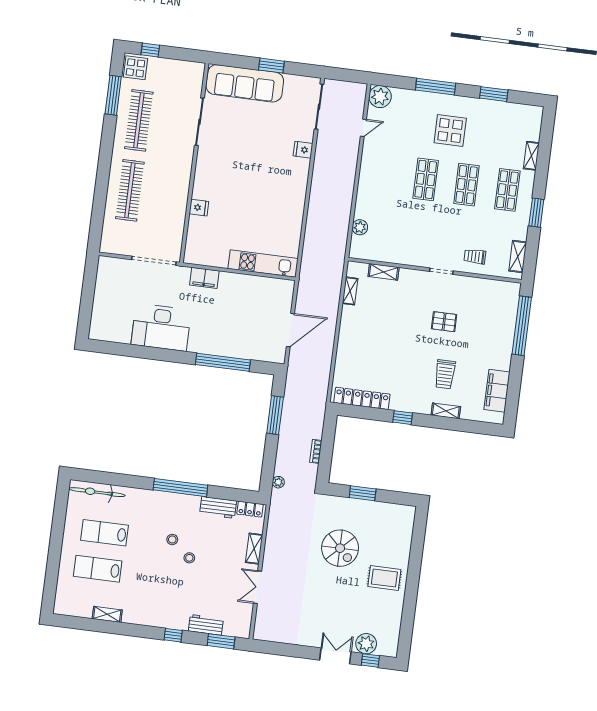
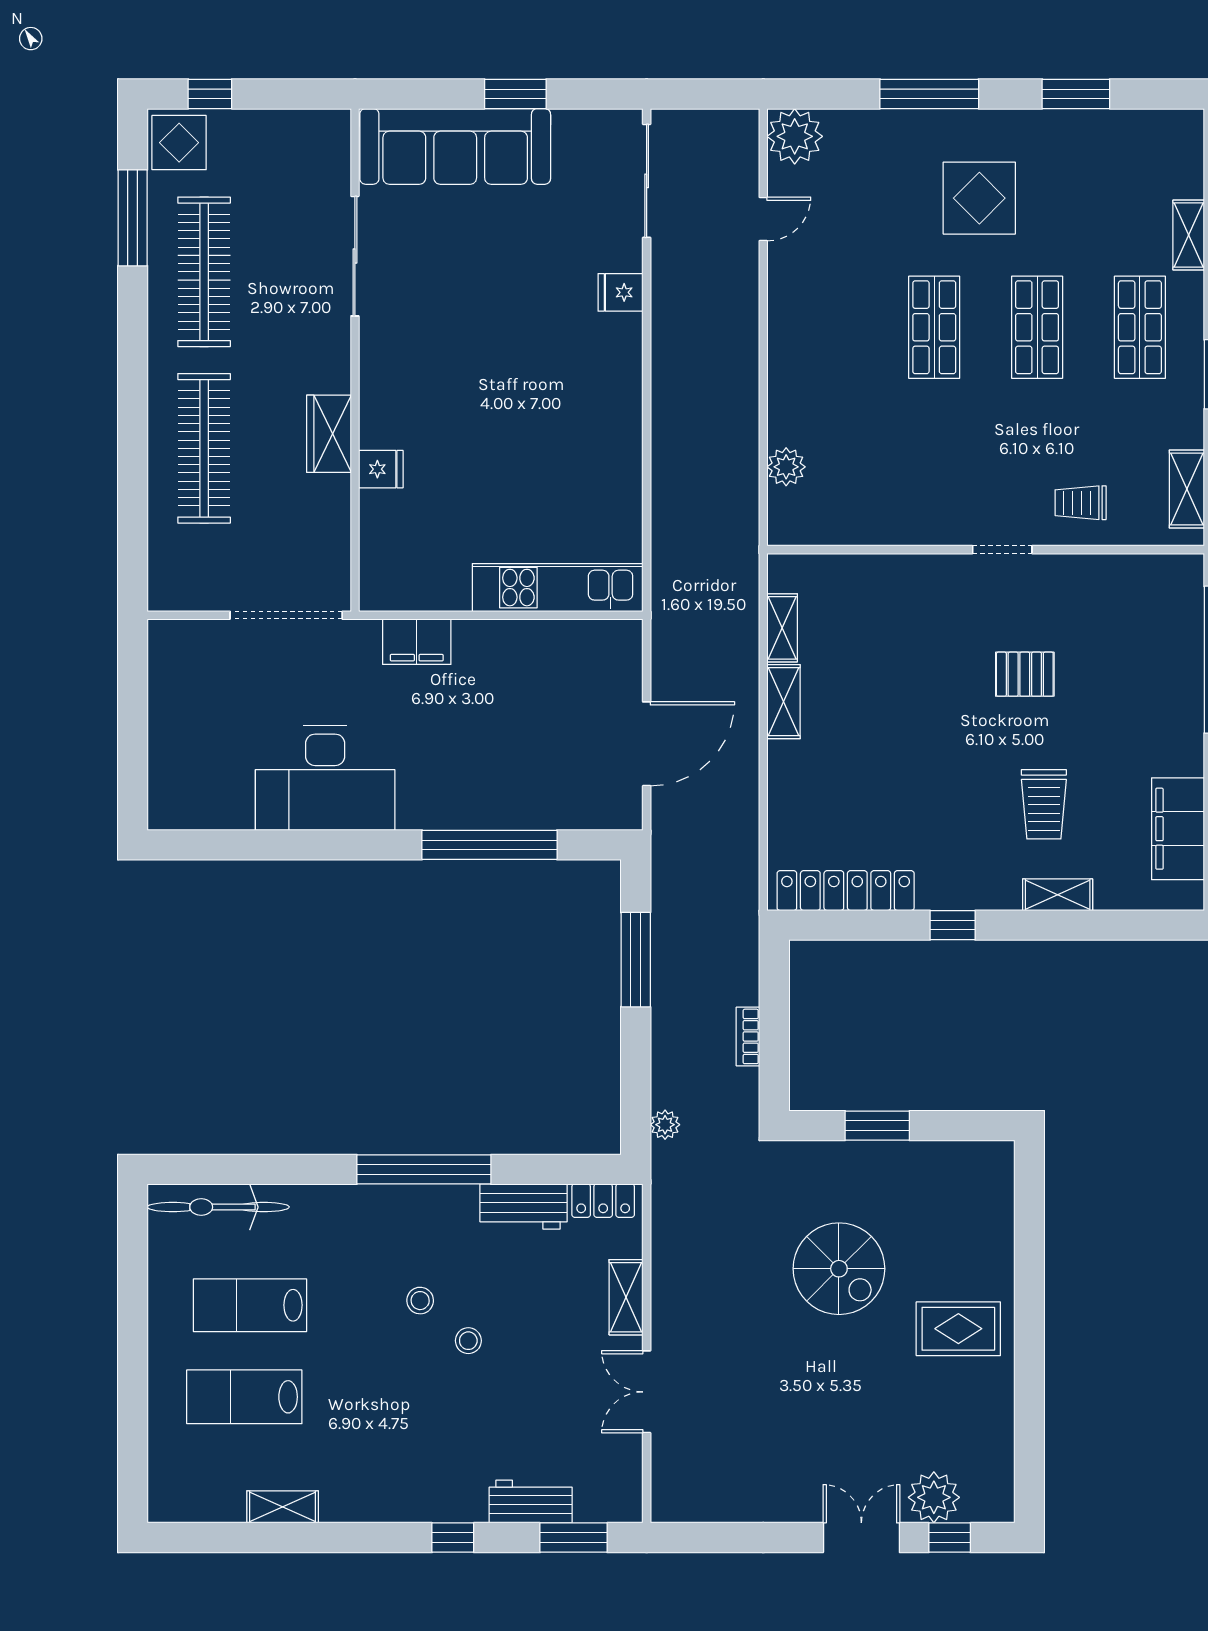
wardrobe: (180, 191) -> (329, 434), added
shelving: (384, 272) -> (784, 702), moved, turned 90

